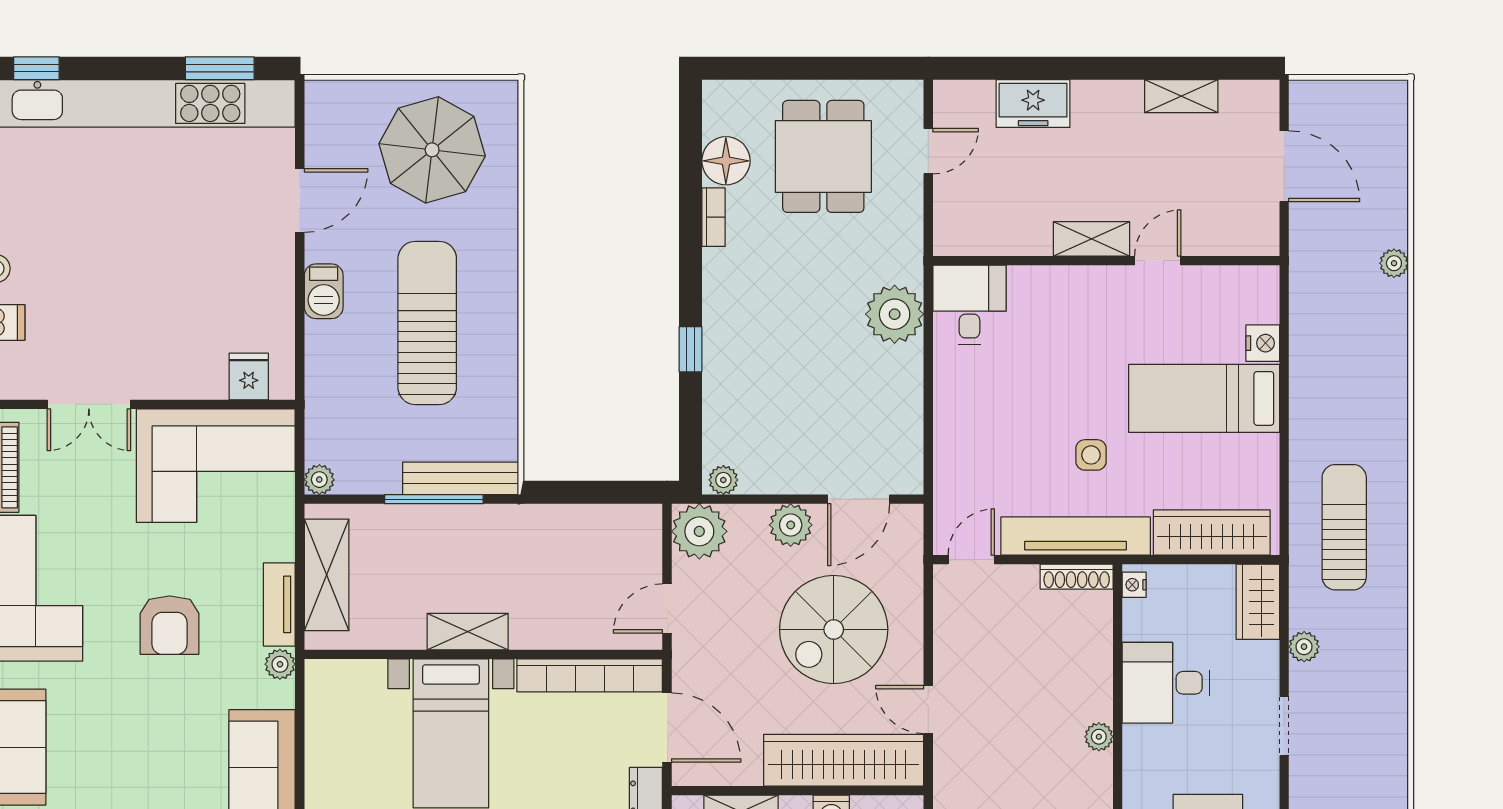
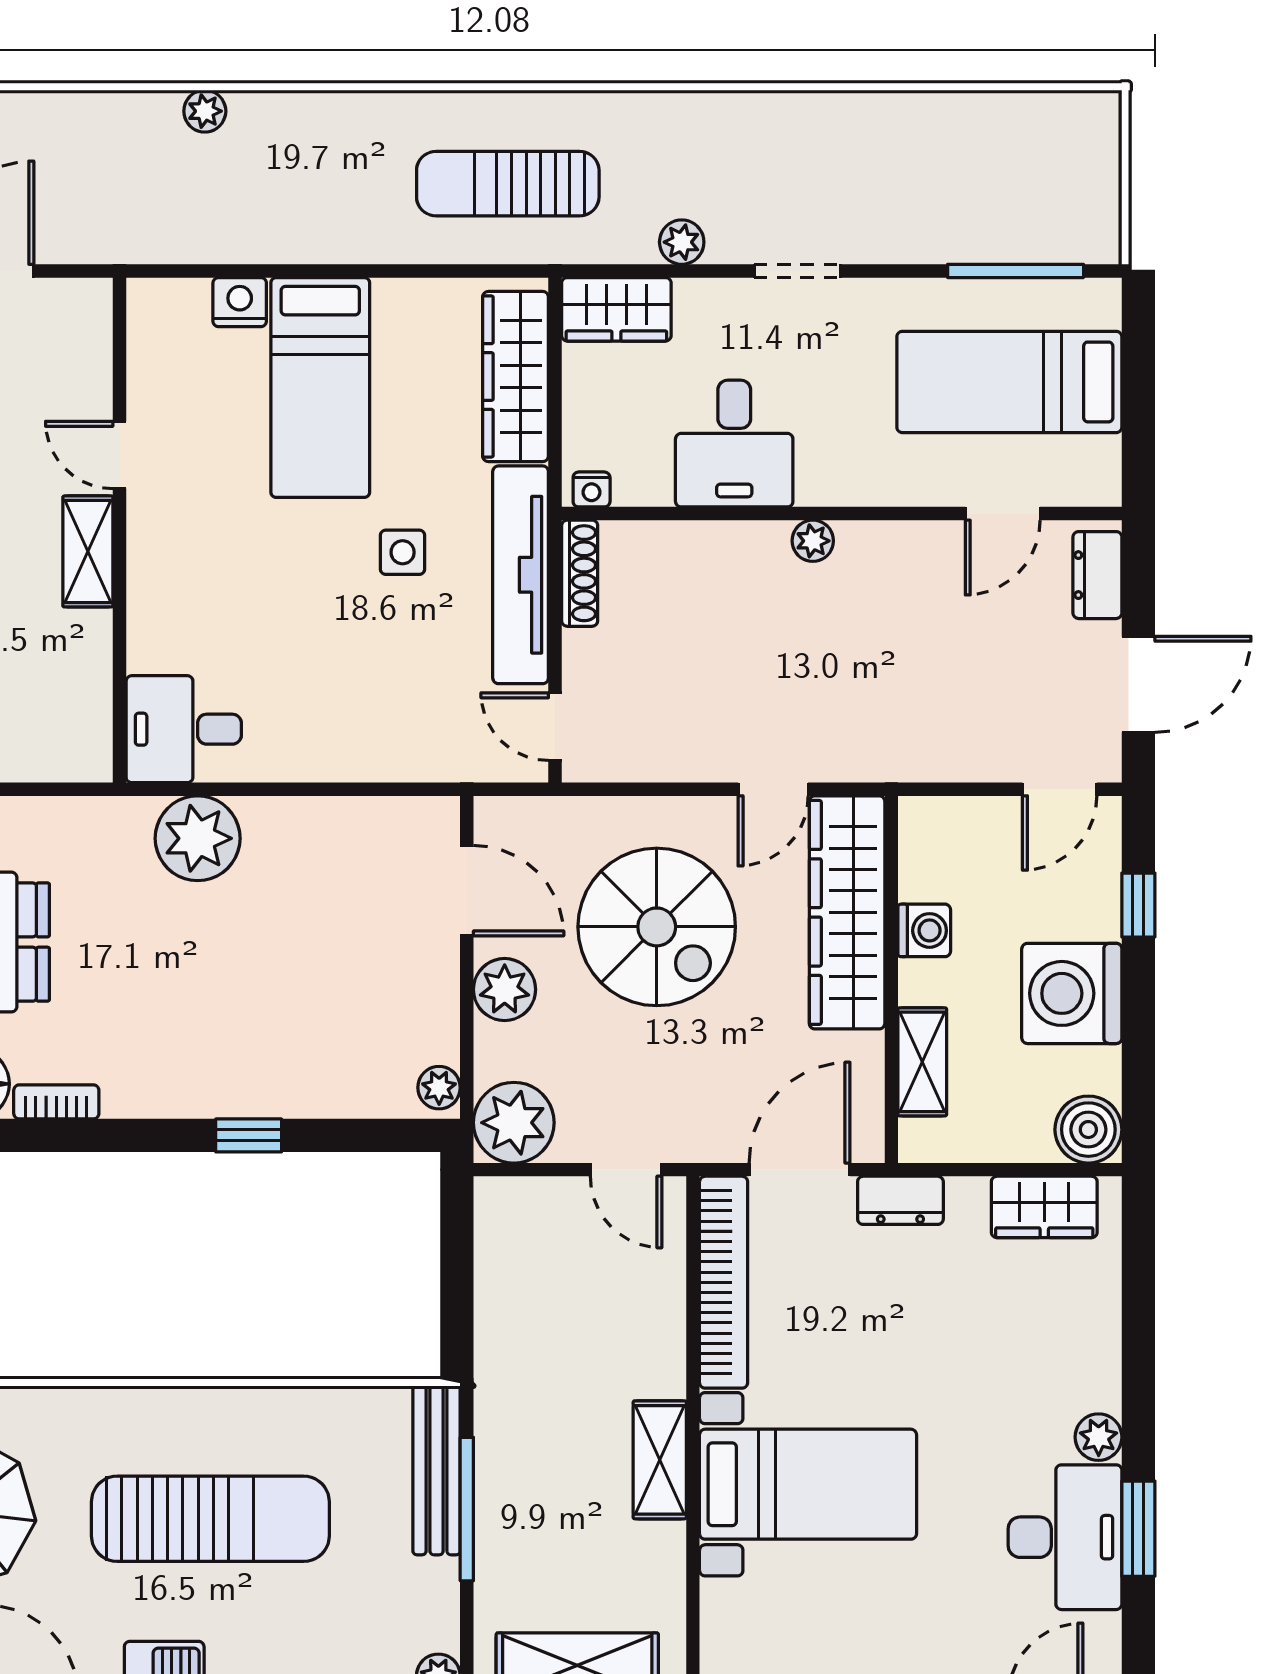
plant: (1394, 263) -> (205, 111), moved
sun lounger: (427, 323) -> (210, 1519), turned 180

